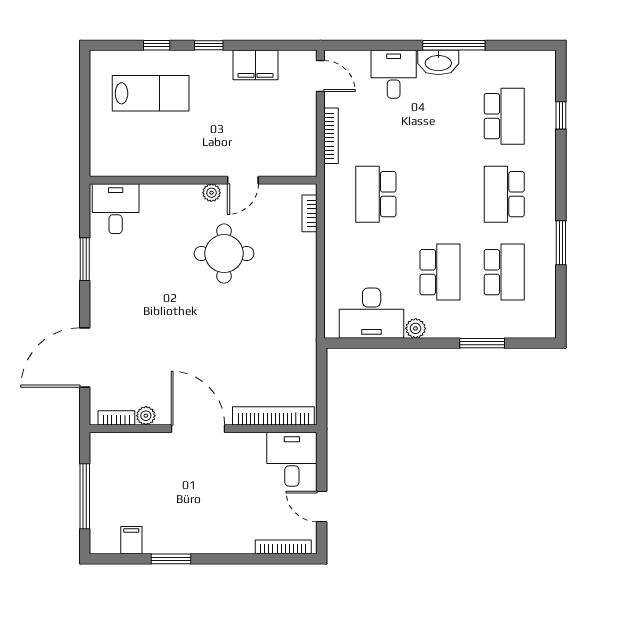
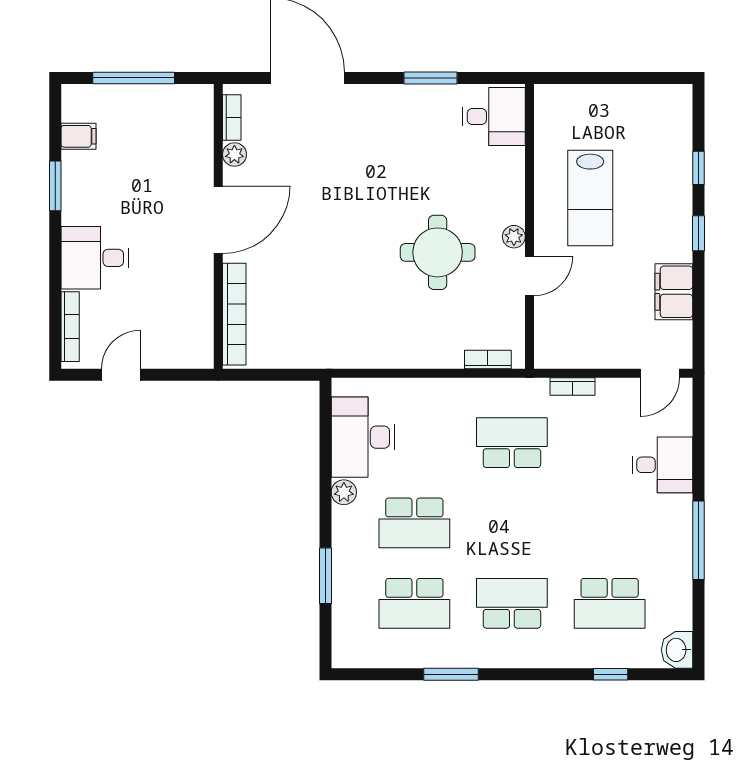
washbasin: (438, 62) -> (677, 650), moved, width x0.72
lab bench: (151, 93) -> (590, 198), moved
bookcase: (331, 136) -> (572, 387), width x0.64
door: (243, 180) -> (530, 276), swing flipped
desk: (292, 459) -> (95, 258), moved, turned 180

